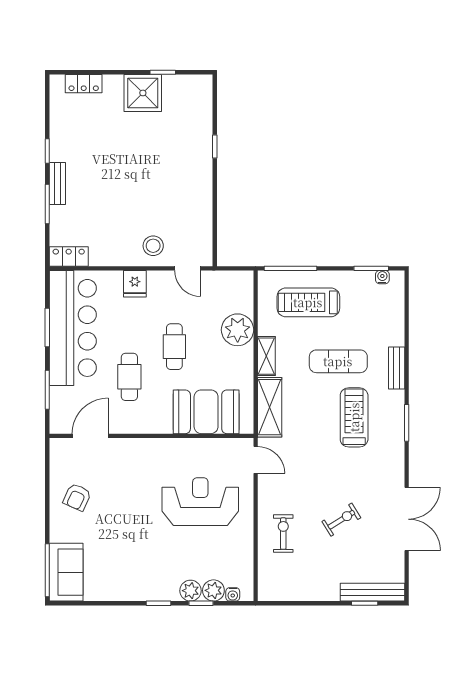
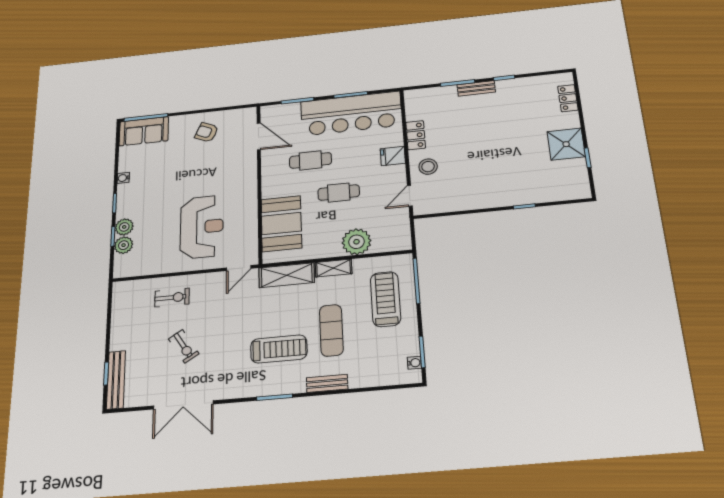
locker: (69, 256) -> (416, 135), moved
water cooler: (233, 594) -> (123, 178), moved

